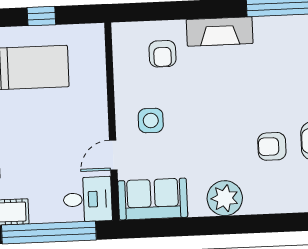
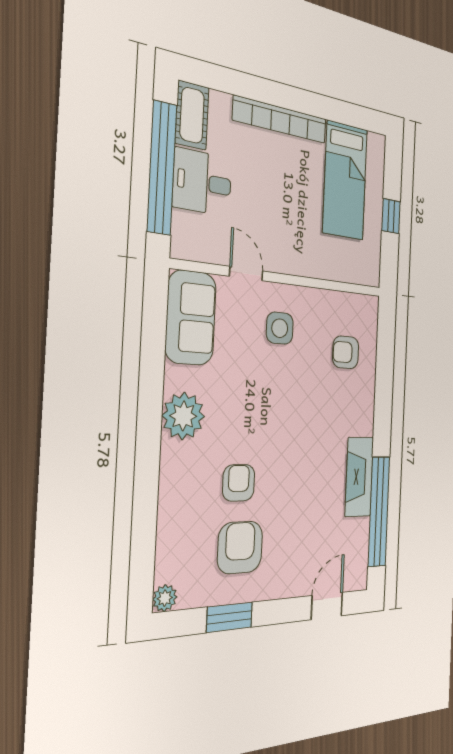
fireplace: (220, 31) -> (359, 477), moved
desk: (88, 199) -> (202, 182), moved, turned 90

